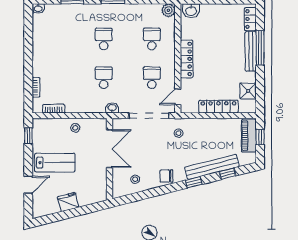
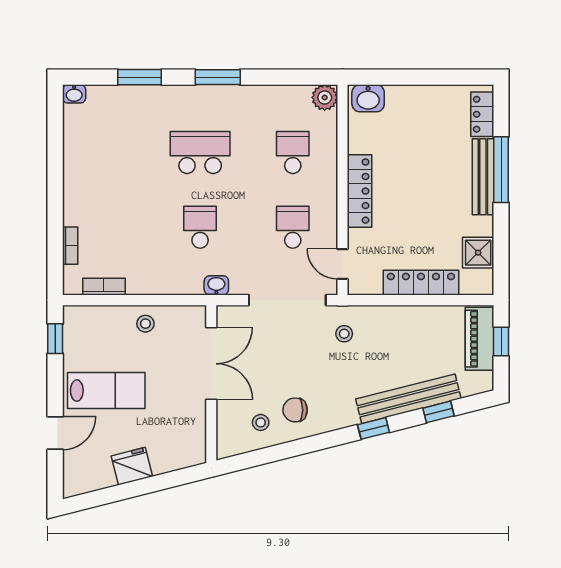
school desk: (104, 39) -> (200, 153), width x1.85
door: (178, 97) -> (343, 264), hinge flipped
chair: (166, 176) -> (295, 410), moved

